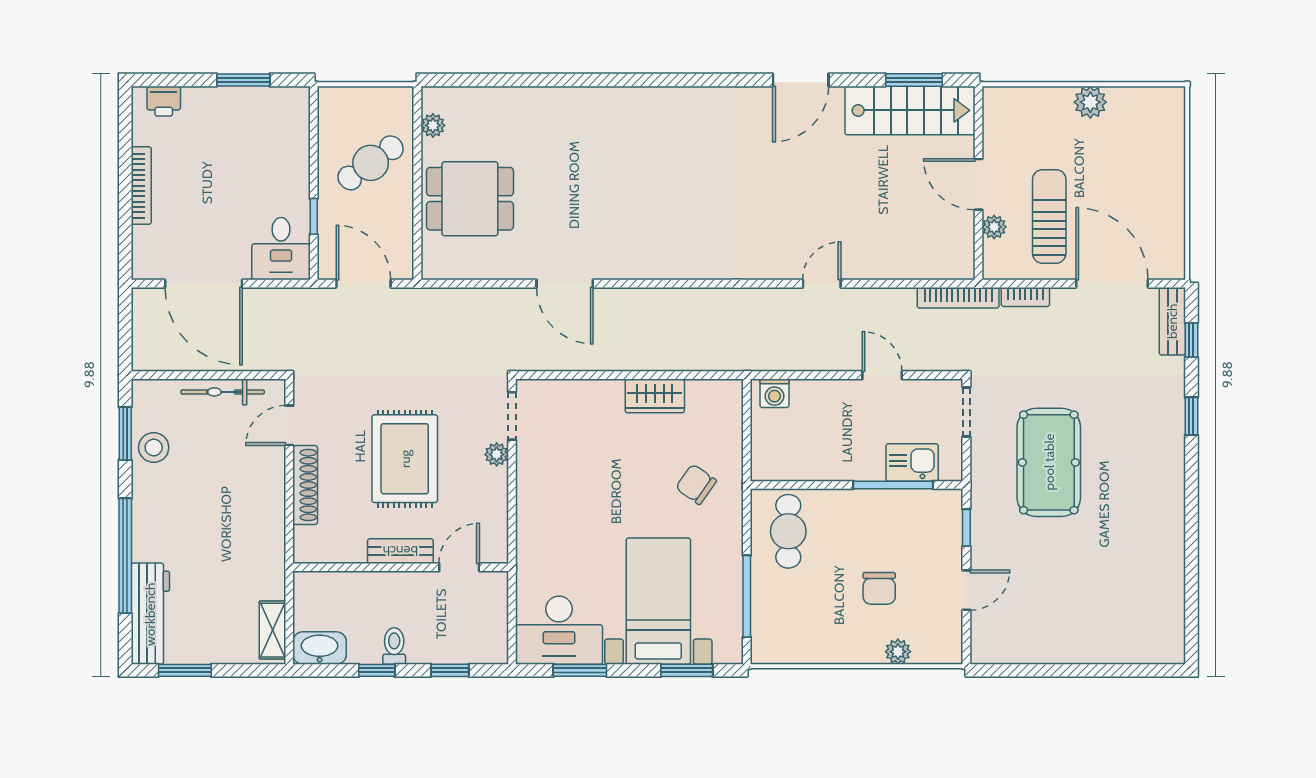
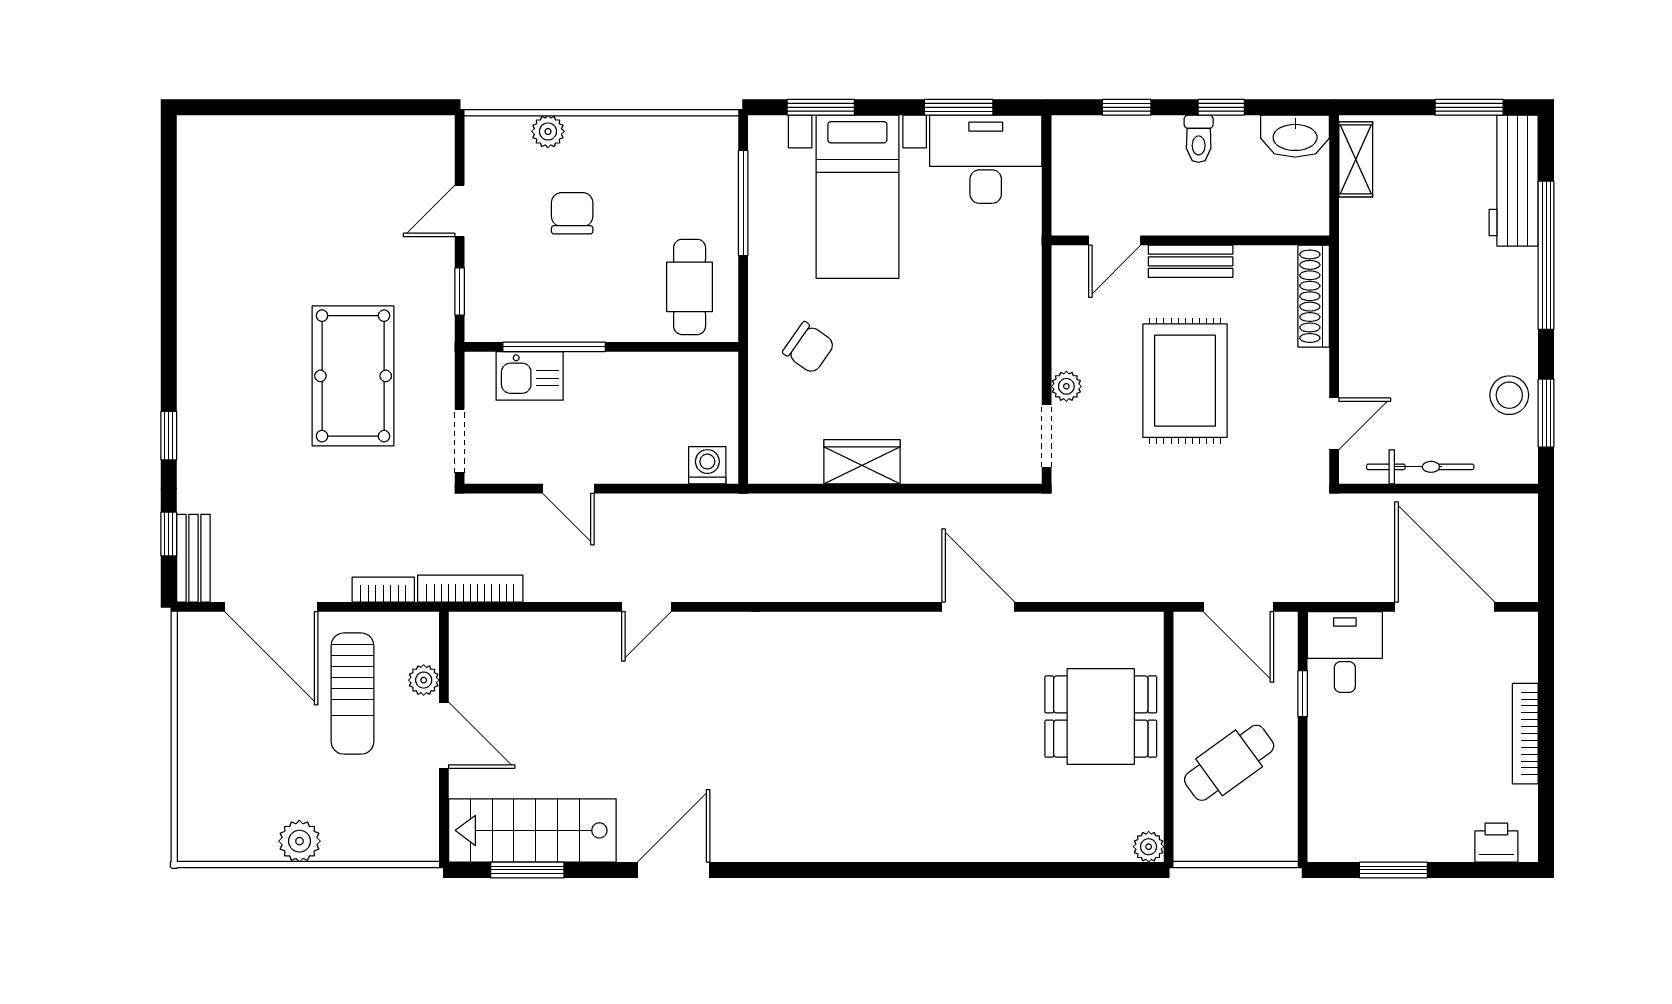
plant: (433, 125) -> (1149, 847), moved
shoe rack: (305, 485) -> (1314, 296), moved

